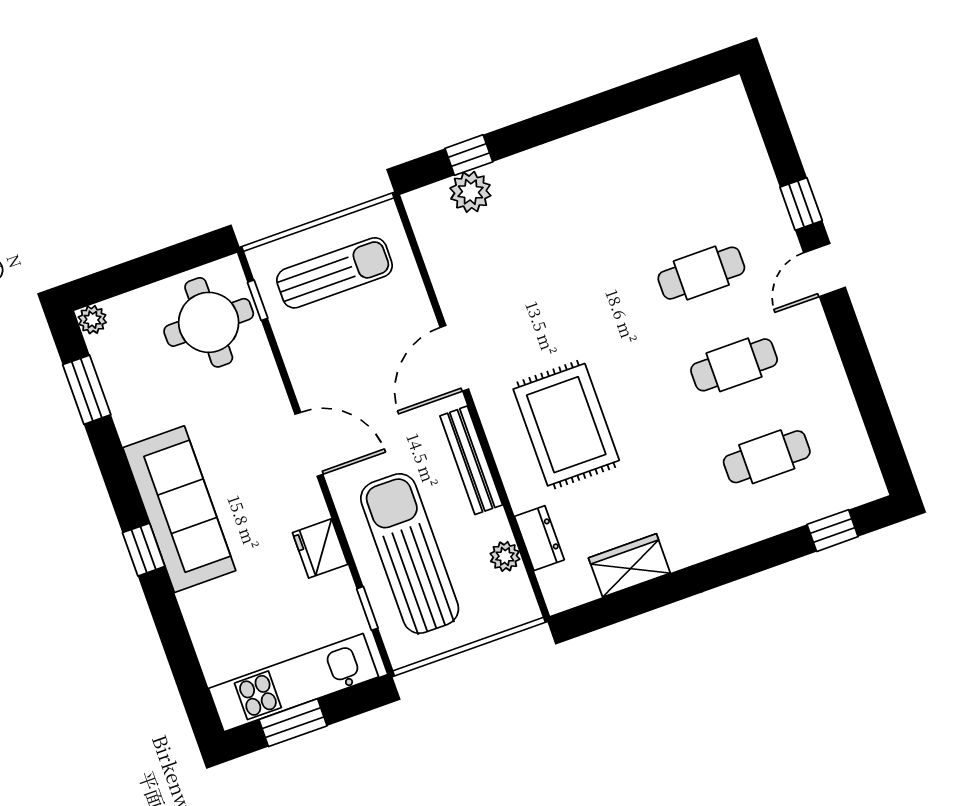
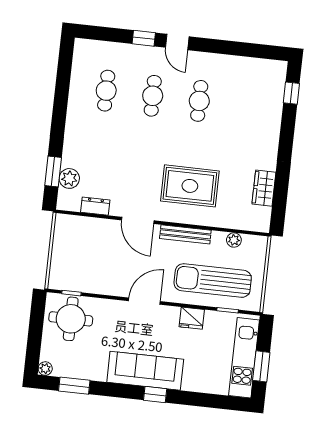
window: (469, 155) -> (53, 171), width x1.50
sun lounger: (335, 273) -> (76, 254), removed
cafe table: (767, 457) -> (106, 91), moved
dresser: (539, 538) -> (95, 206), moved

